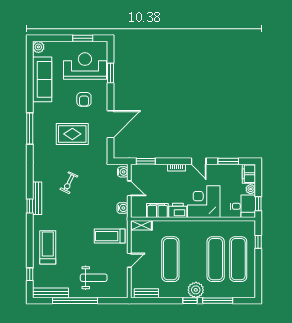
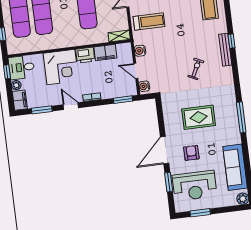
door: (110, 124) -> (165, 150), moved

